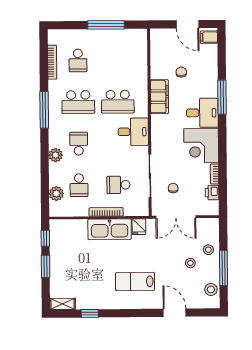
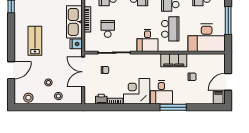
desk: (129, 53) -> (207, 38), added
school desk: (118, 102) -> (170, 29), turned 180
window: (223, 268) -> (44, 107), removed

